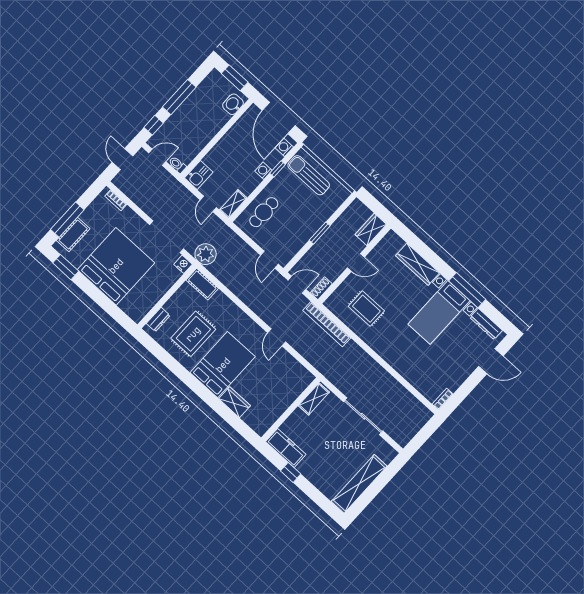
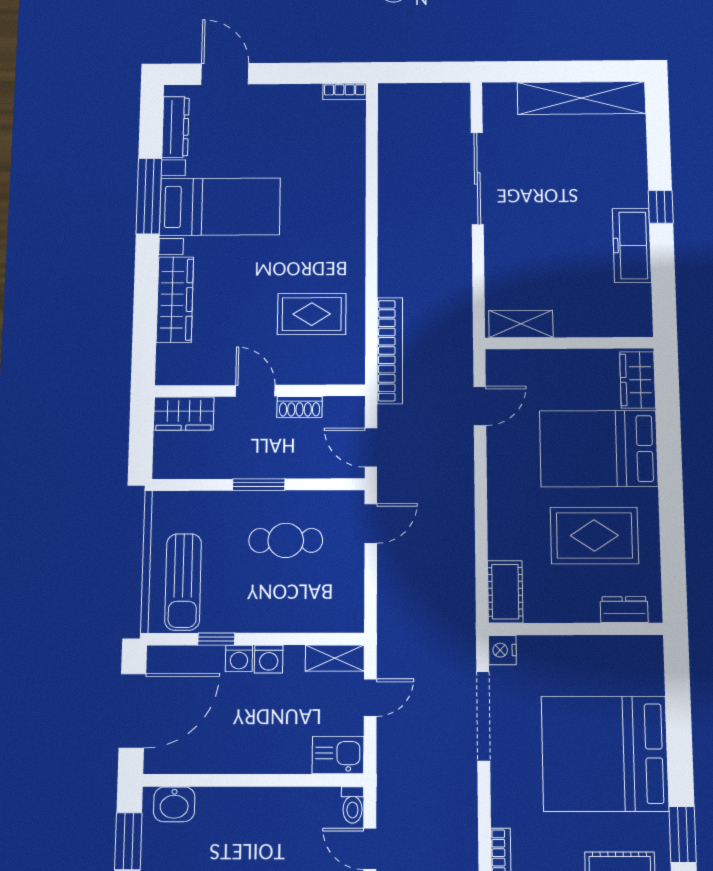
washing machine: (284, 147) -> (269, 659), moved
cafe table: (264, 212) -> (286, 540), moved
plant: (206, 254) -> (454, 629), removed
shoe rack: (321, 288) -> (300, 407), moved
rug: (366, 309) -> (312, 314), turned 90
shelving: (314, 399) -> (521, 324), moved
wall: (291, 409) -> (569, 343), moved

